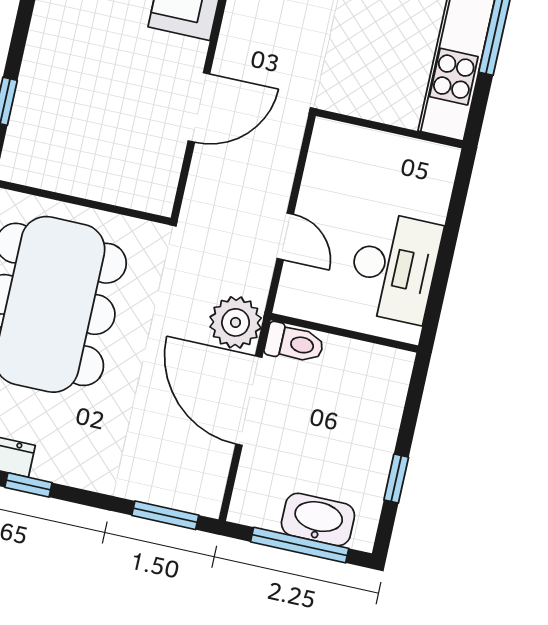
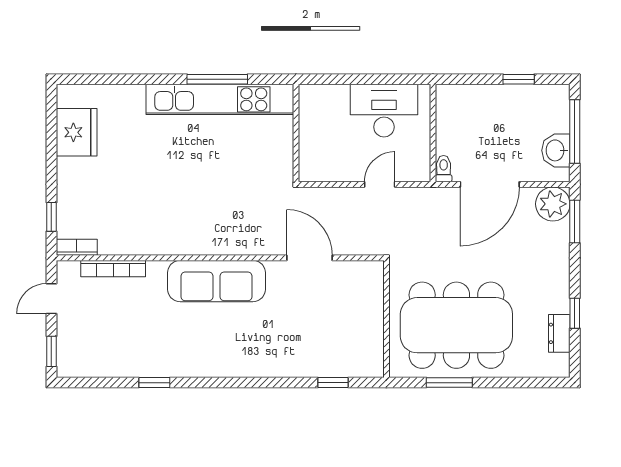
plant: (236, 322) -> (553, 204), moved
toilet: (294, 343) -> (444, 169), width x0.73, depth x0.72
washbasin: (318, 519) -> (556, 150), moved, width x0.72

